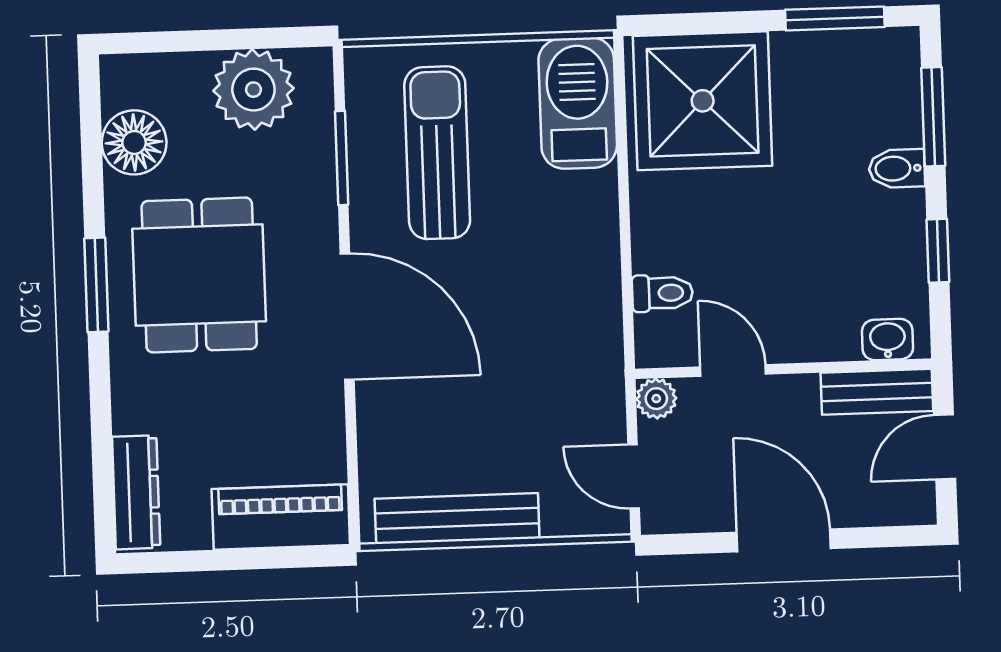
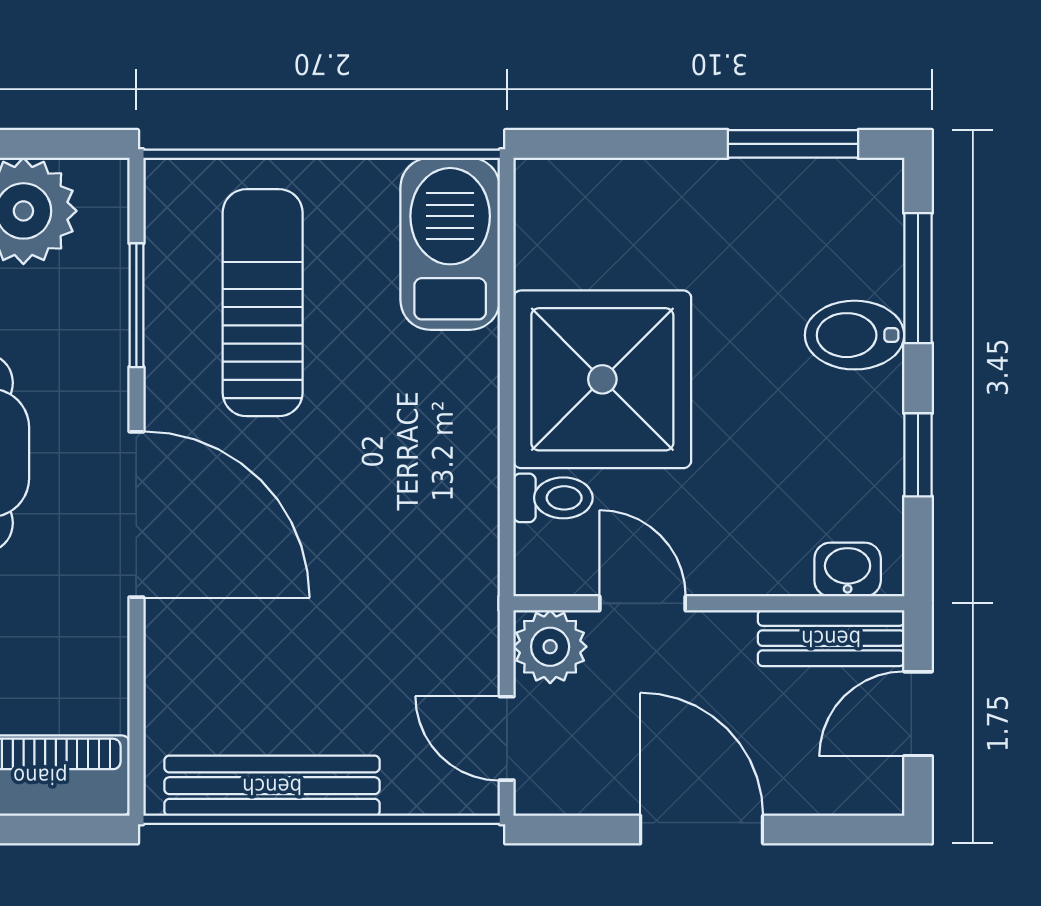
shower: (703, 101) -> (602, 379), moved
bidet: (897, 168) -> (855, 335), width x1.38, depth x1.36
plant: (656, 399) -> (550, 647), width x1.38, depth x1.38

